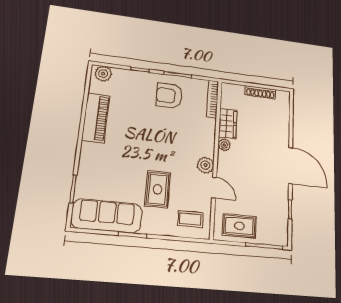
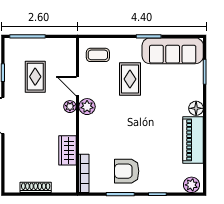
armchair: (169, 96) -> (127, 171), turned 180
plant: (224, 145) -> (70, 107), moved
floor lamp: (88, 150) -> (196, 108), added
rug: (239, 226) -> (35, 77), moved, turned 90

